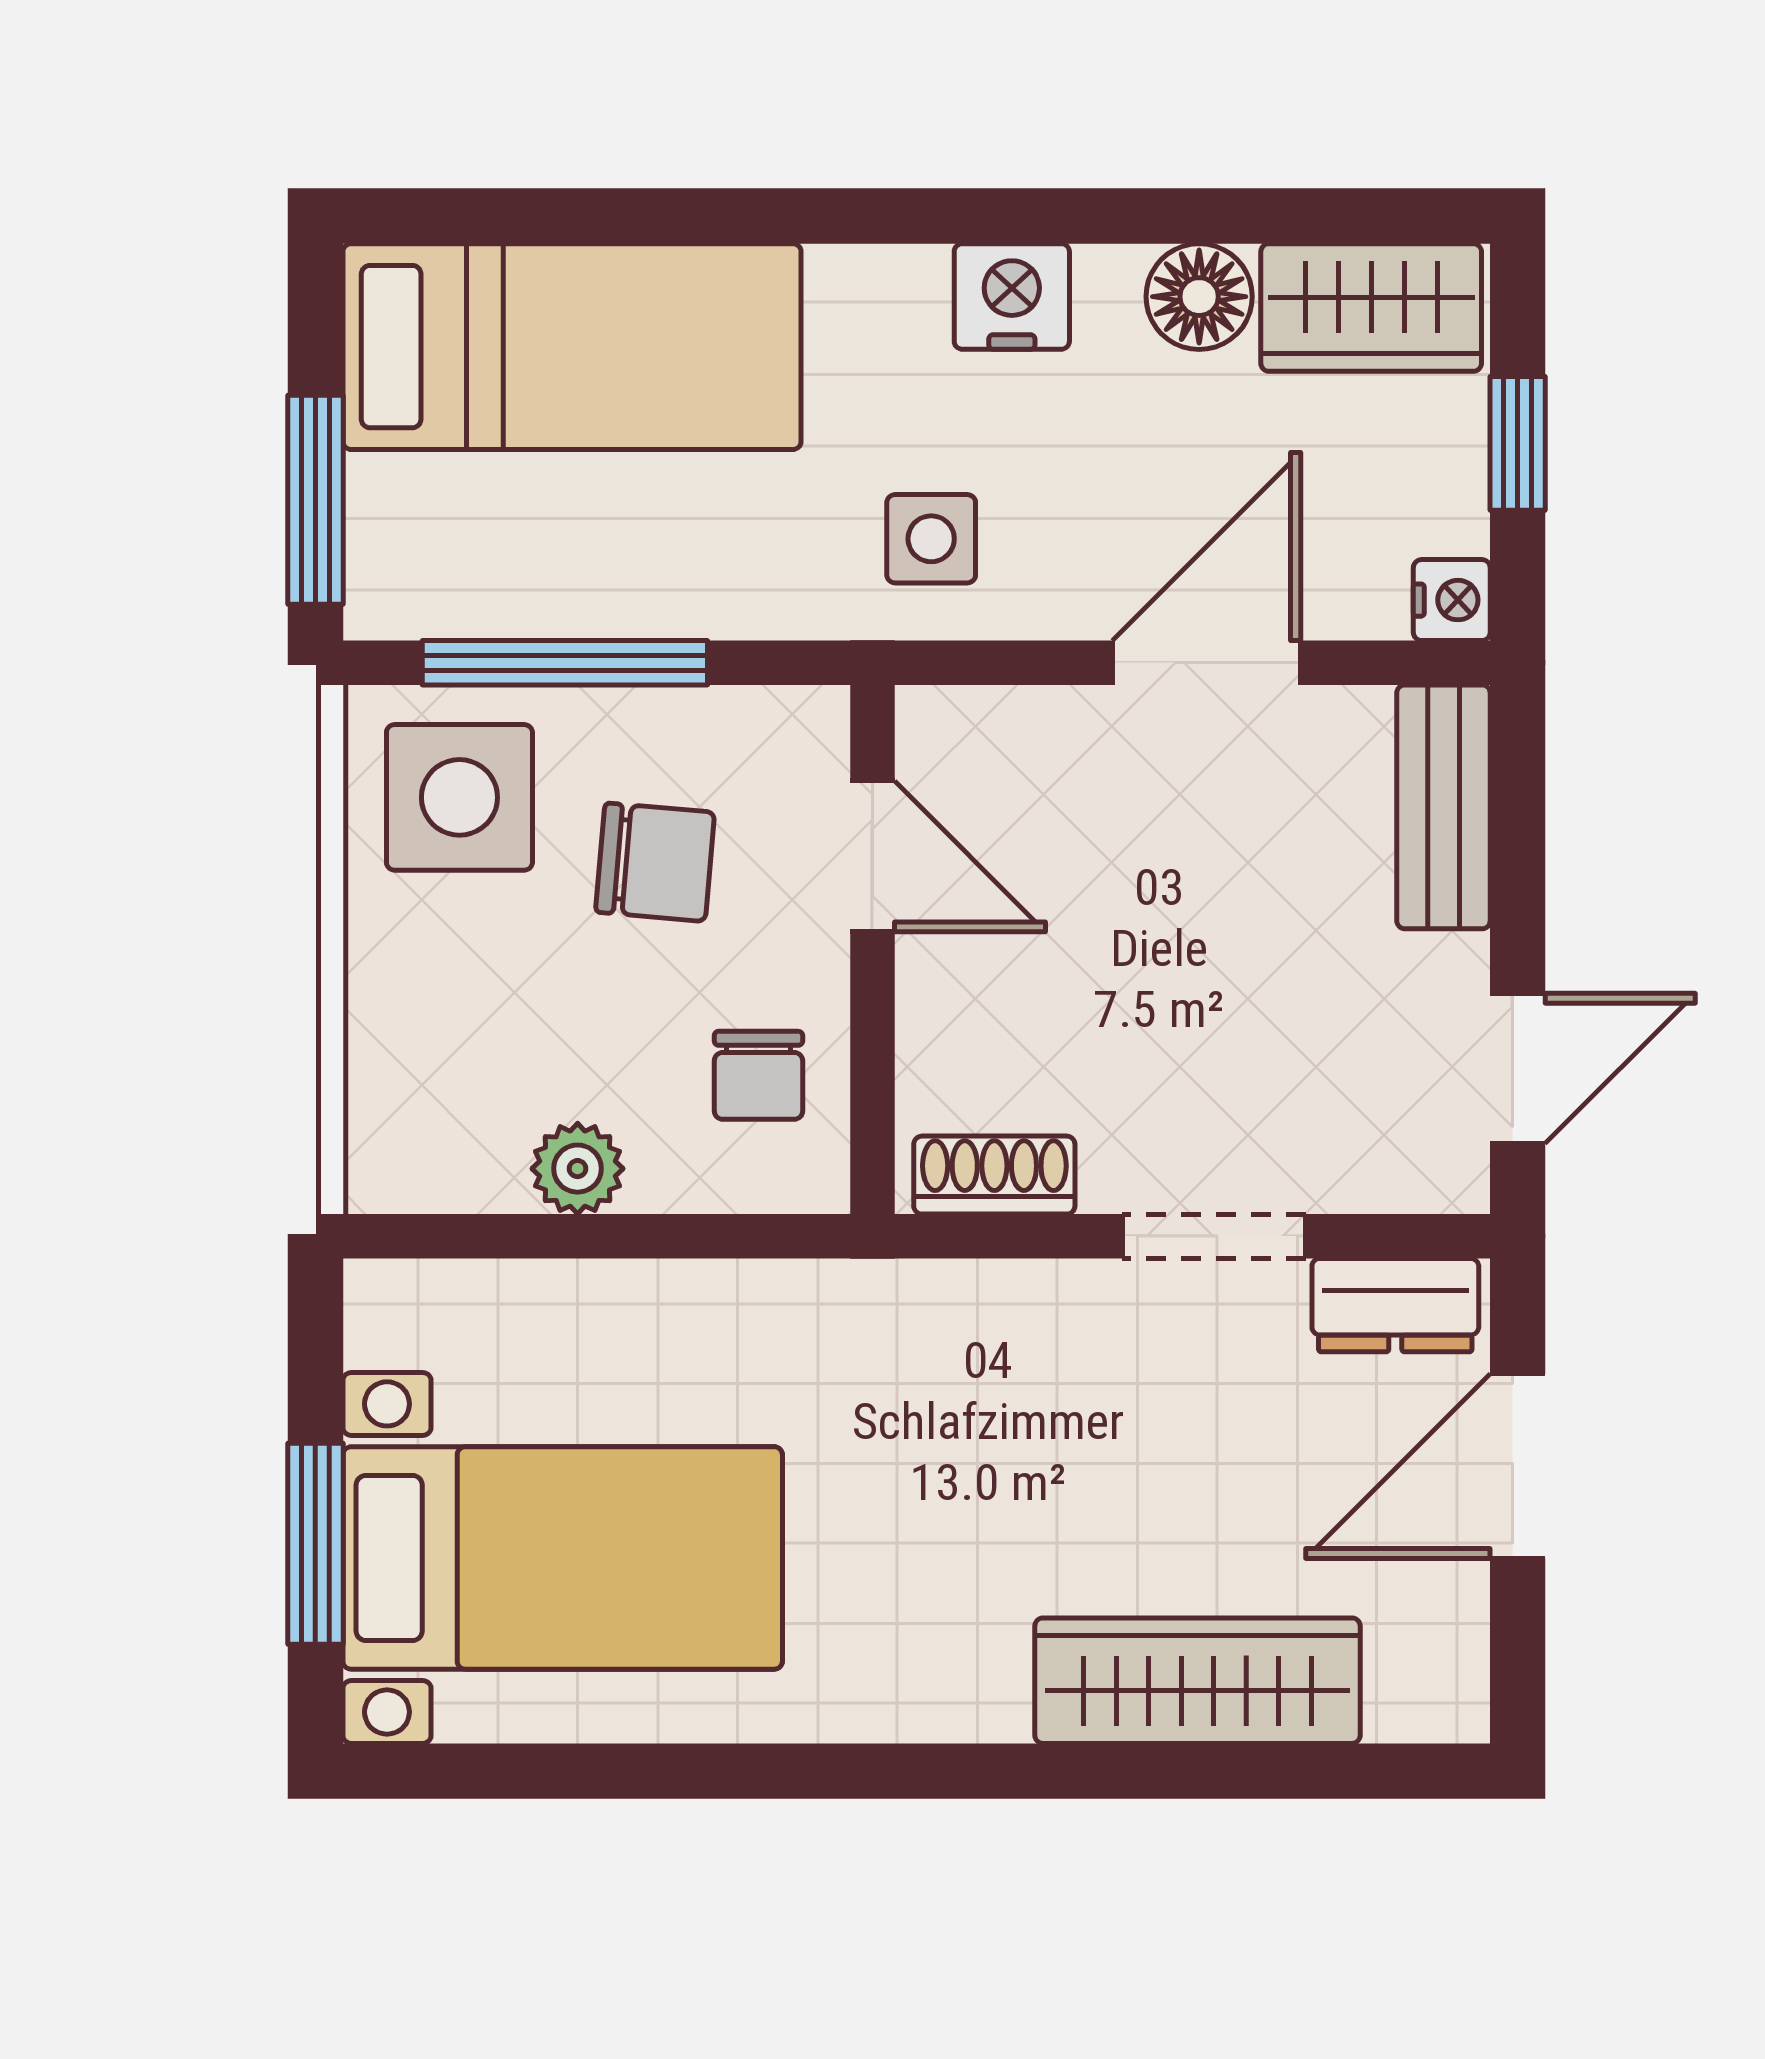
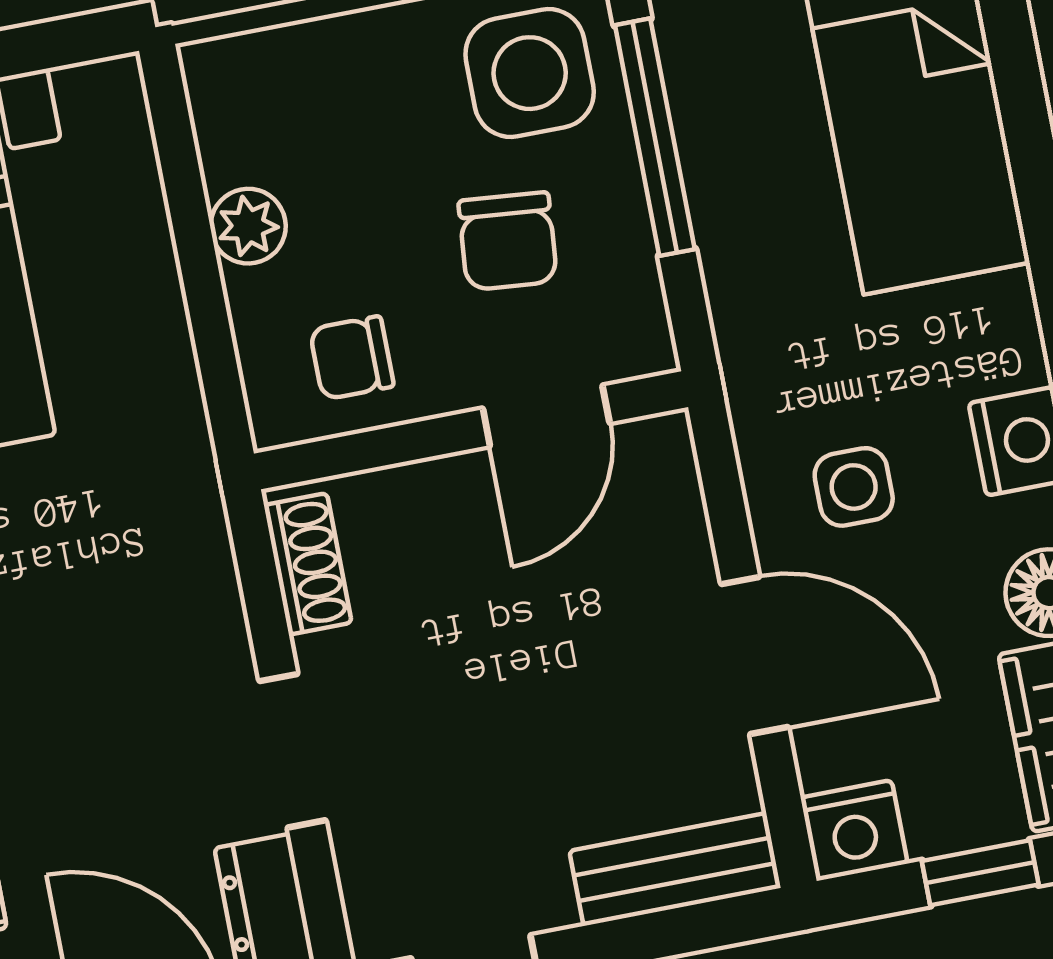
side table: (931, 539) -> (854, 487), moved
nightstand: (1452, 600) -> (854, 831), width x1.39, depth x1.35

